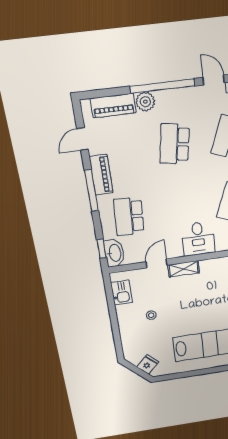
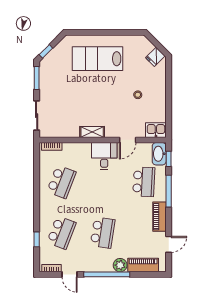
window: (91, 191) -> (169, 191), moved
desk: (198, 239) -> (104, 156), moved
shelving: (184, 269) -> (92, 132), moved
kitchen sink: (122, 293) -> (156, 130), moved, turned 90
fridge: (148, 364) -> (155, 57), moved

